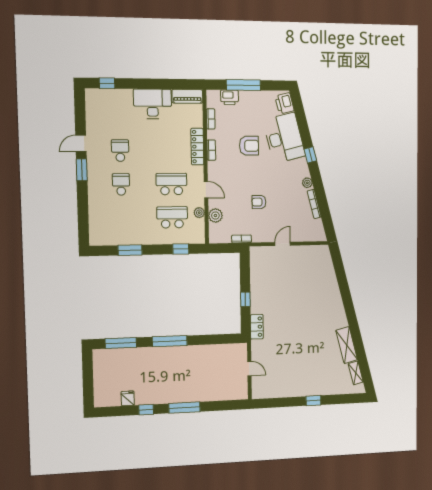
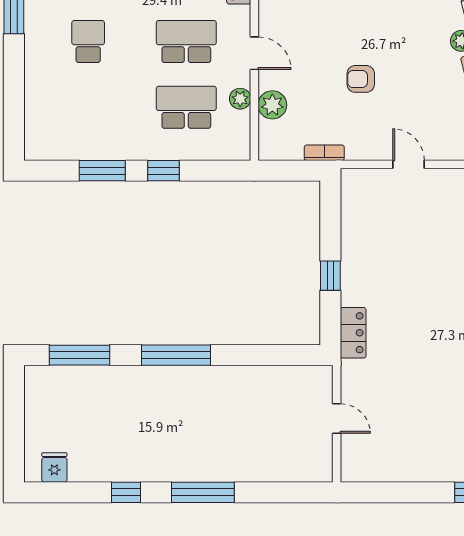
door: (283, 244) -> (408, 164), hinge flipped
window: (181, 249) -> (163, 171), moved
fridge: (128, 398) -> (54, 467), moved

